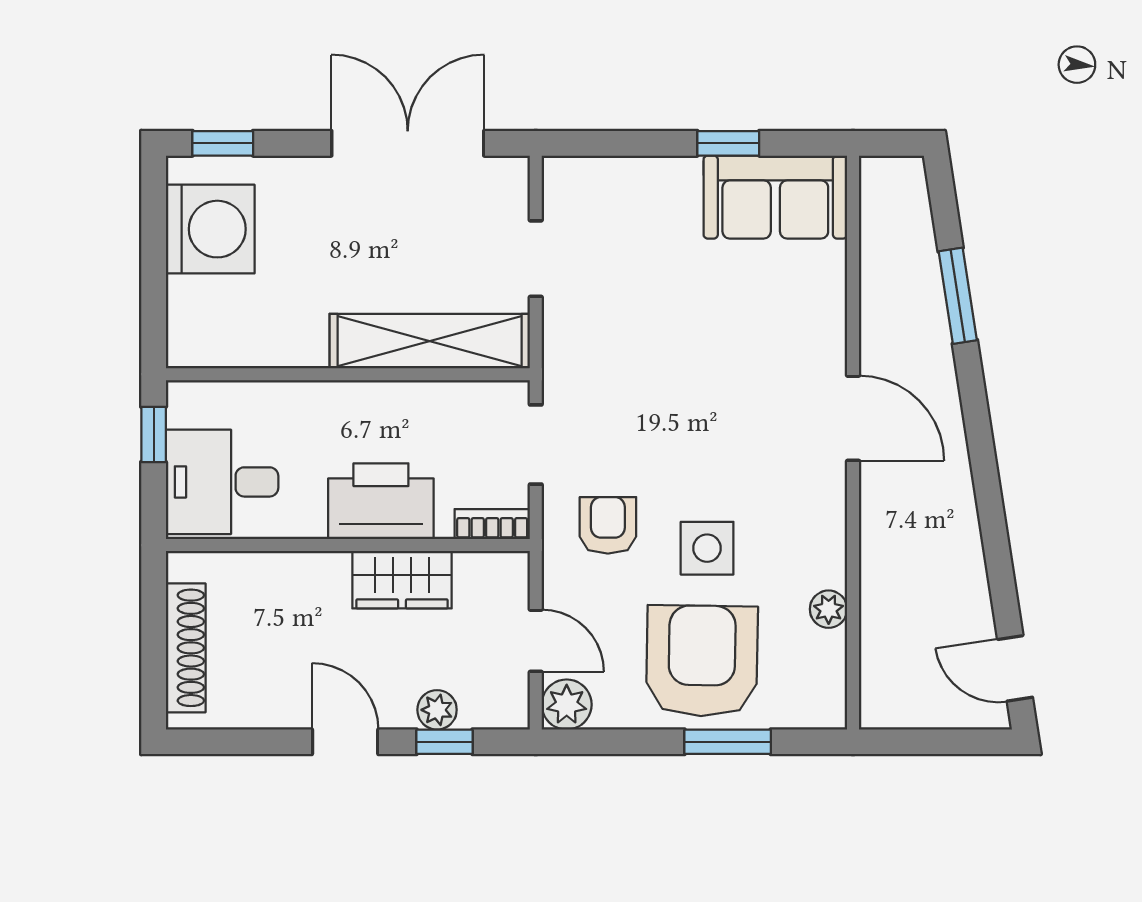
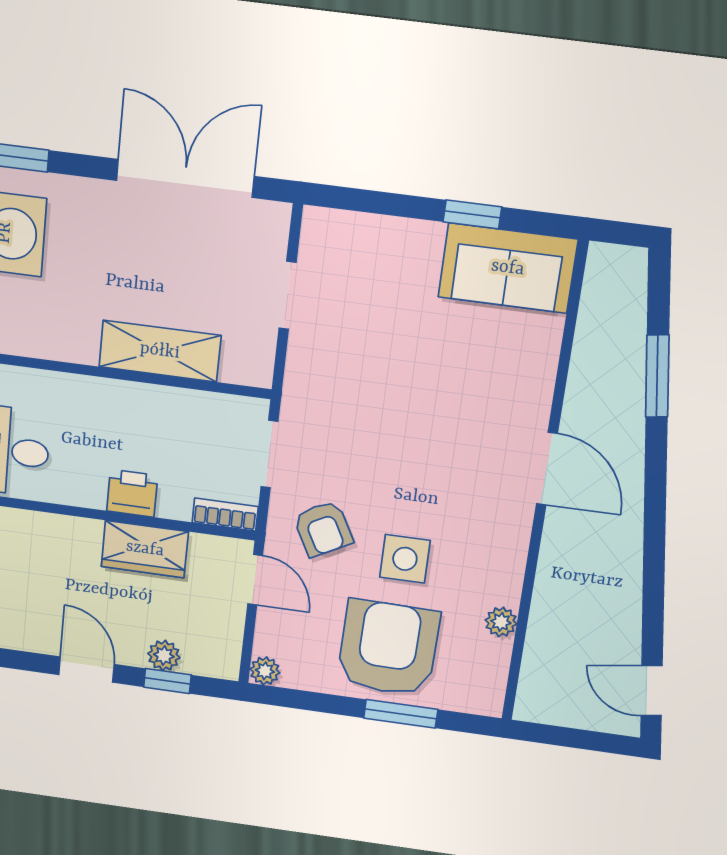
shelving: (430, 341) -> (160, 351), width x0.68
printer: (381, 501) -> (132, 493), width x0.53, depth x0.68
armchair: (608, 525) -> (323, 529), turned 152
door: (536, 641) -> (255, 580), moved
plant: (567, 705) -> (265, 671), width x0.73, depth x0.73

